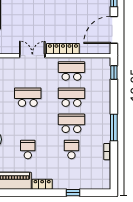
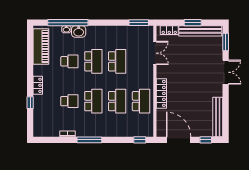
double door: (32, 56) -> (155, 53), moved
school desk: (28, 123) -> (93, 61), added
locker: (42, 184) -> (38, 85), moved

